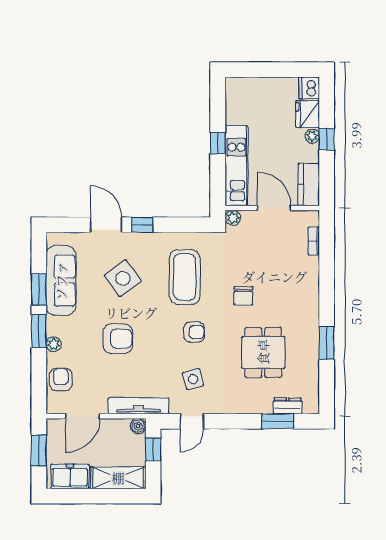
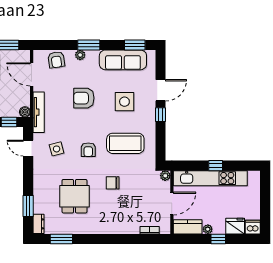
plant: (312, 136) -> (208, 229), moved
kitchen unit: (236, 166) -> (210, 178), width x1.36
side table: (123, 278) -> (124, 102), turned 36
window: (39, 289) -> (135, 45), moved
armchair: (118, 339) -> (84, 98), turned 90
window: (327, 343) -> (61, 239), moved
dining table: (263, 352) -> (74, 196), turned 90
armchair: (61, 380) -> (56, 60), turned 82
dresser: (288, 406) -> (39, 224), moved

